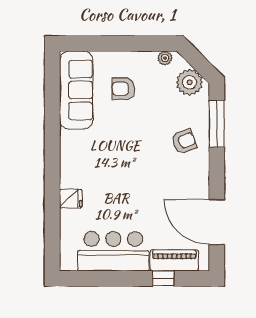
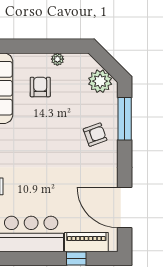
plant: (165, 58) -> (57, 59), moved
armchair: (123, 89) -> (40, 87), turned 90

